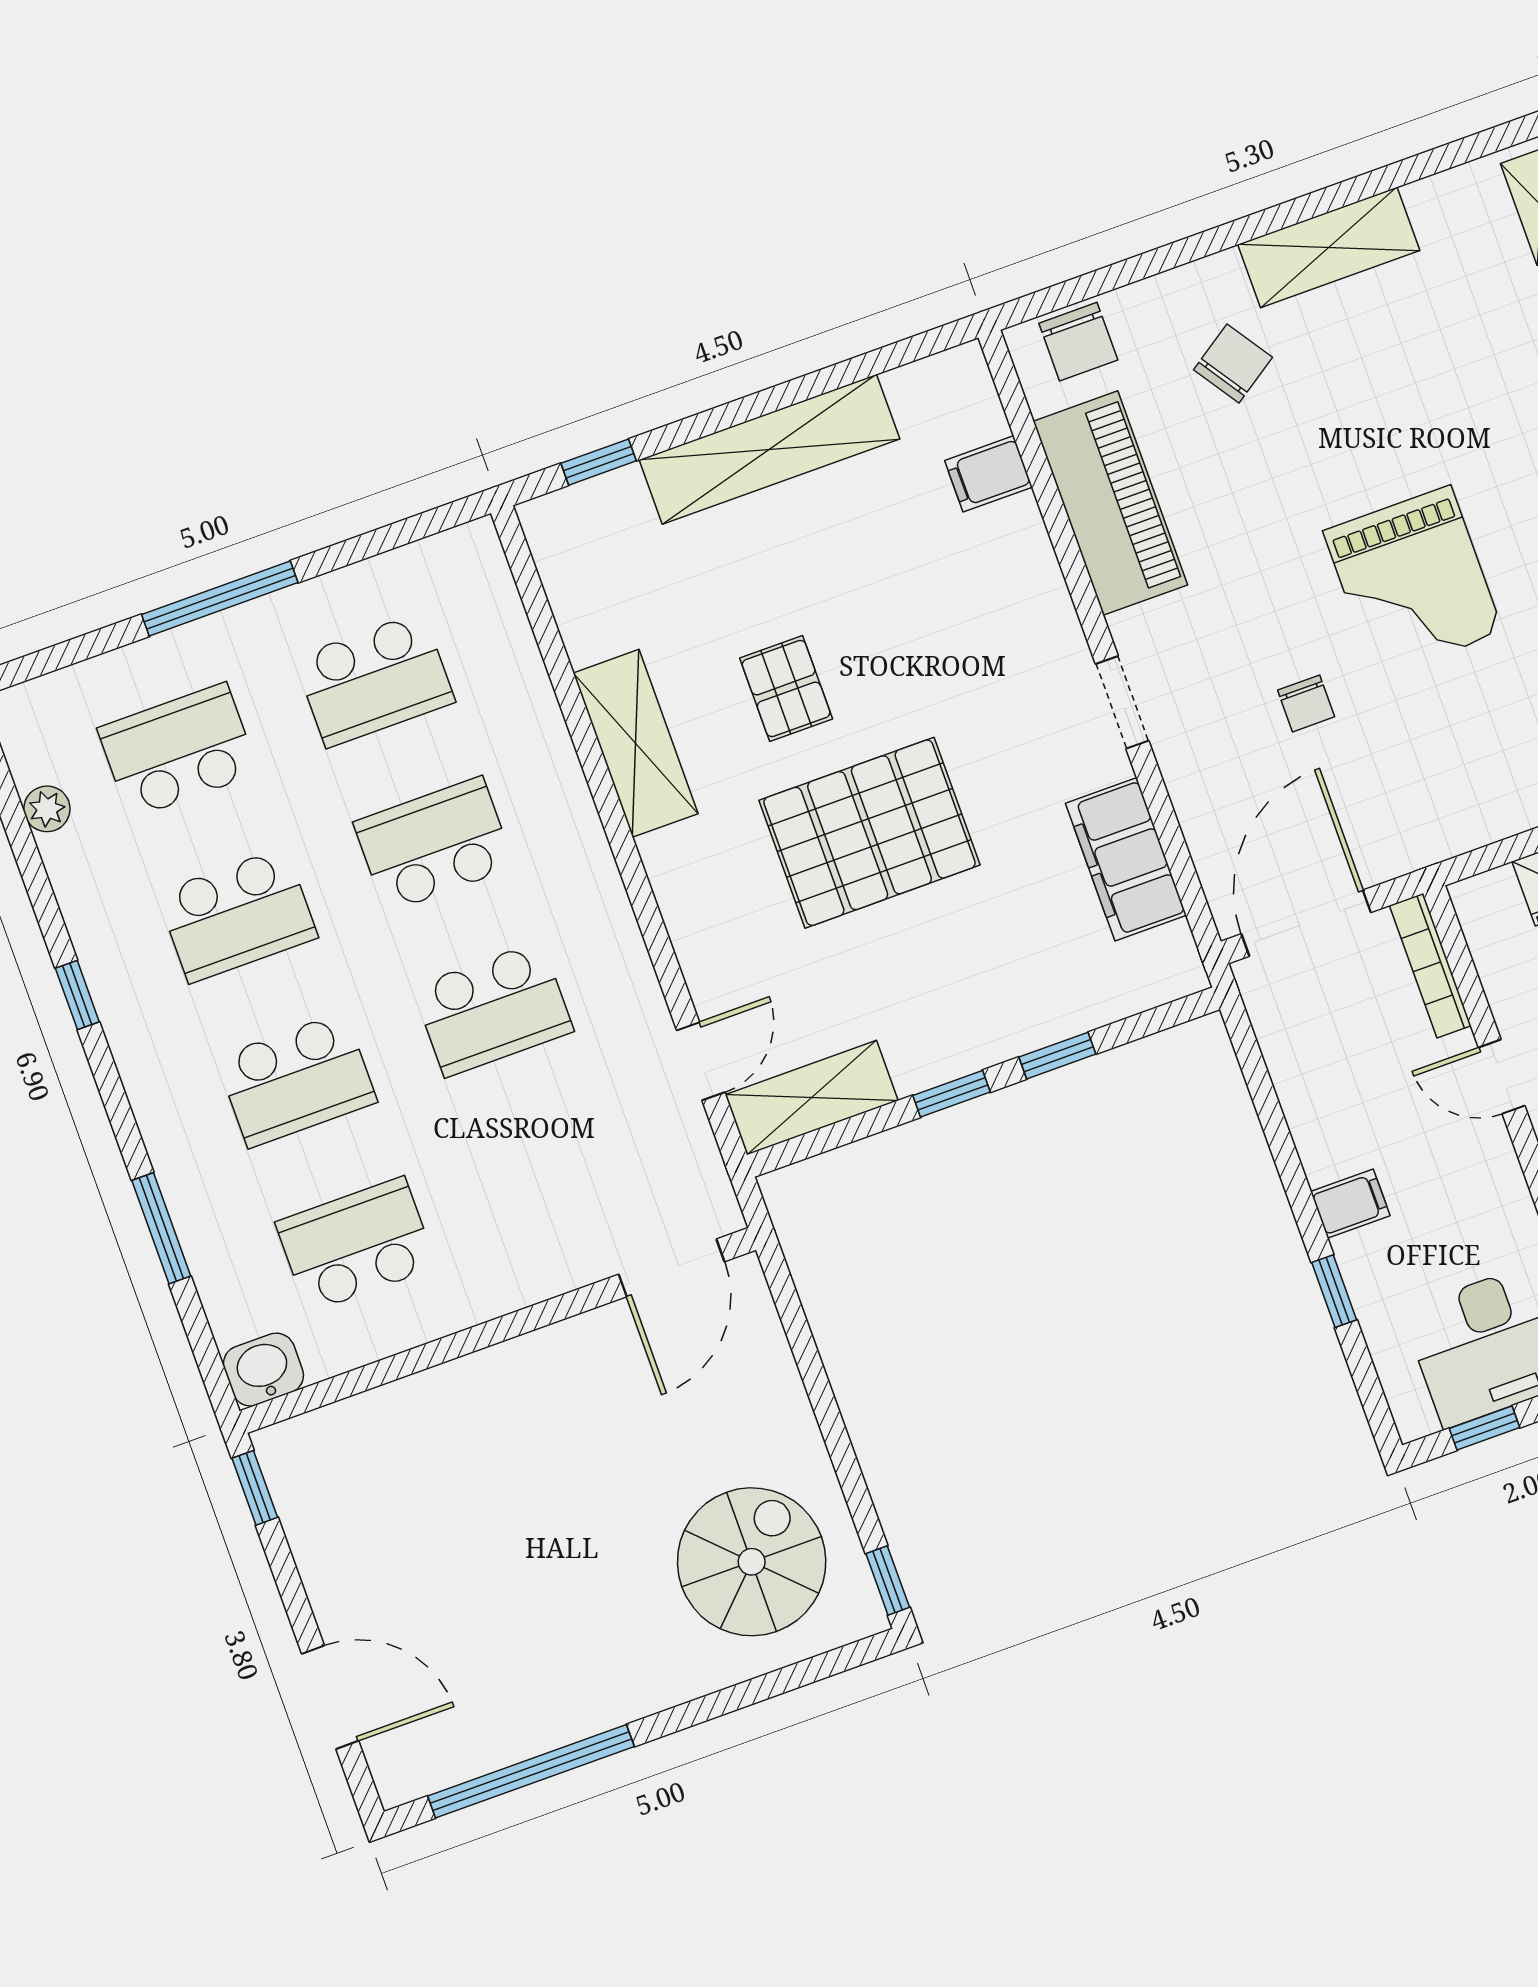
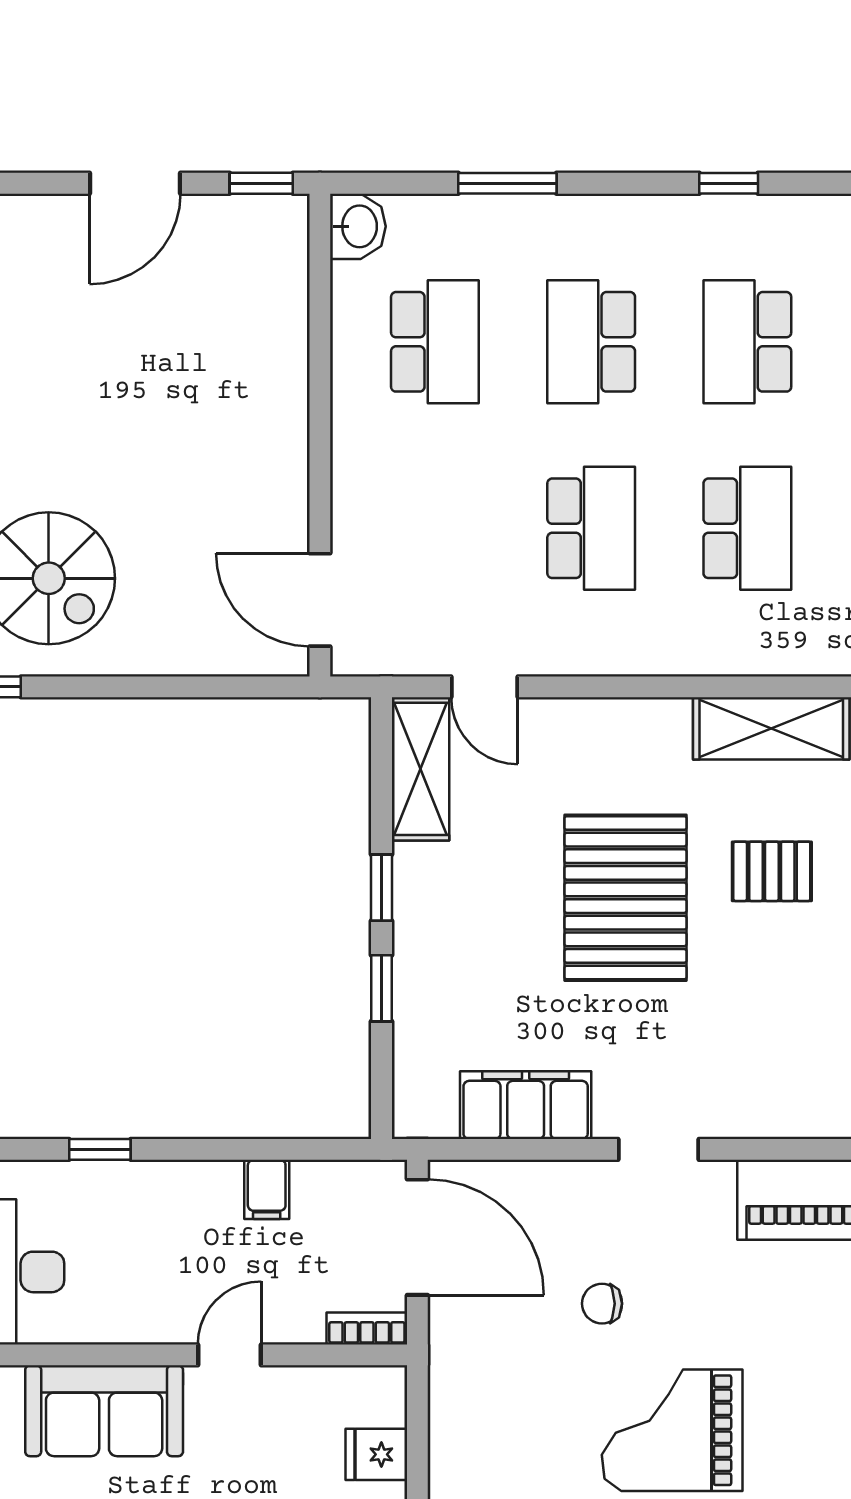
bookcase: (1430, 966) -> (367, 1329), width x0.64
school desk: (493, 1009) -> (591, 528), turned 180
filing cabinet: (1350, 1204) -> (267, 1189), moved
door: (330, 1697) -> (135, 183), moved

